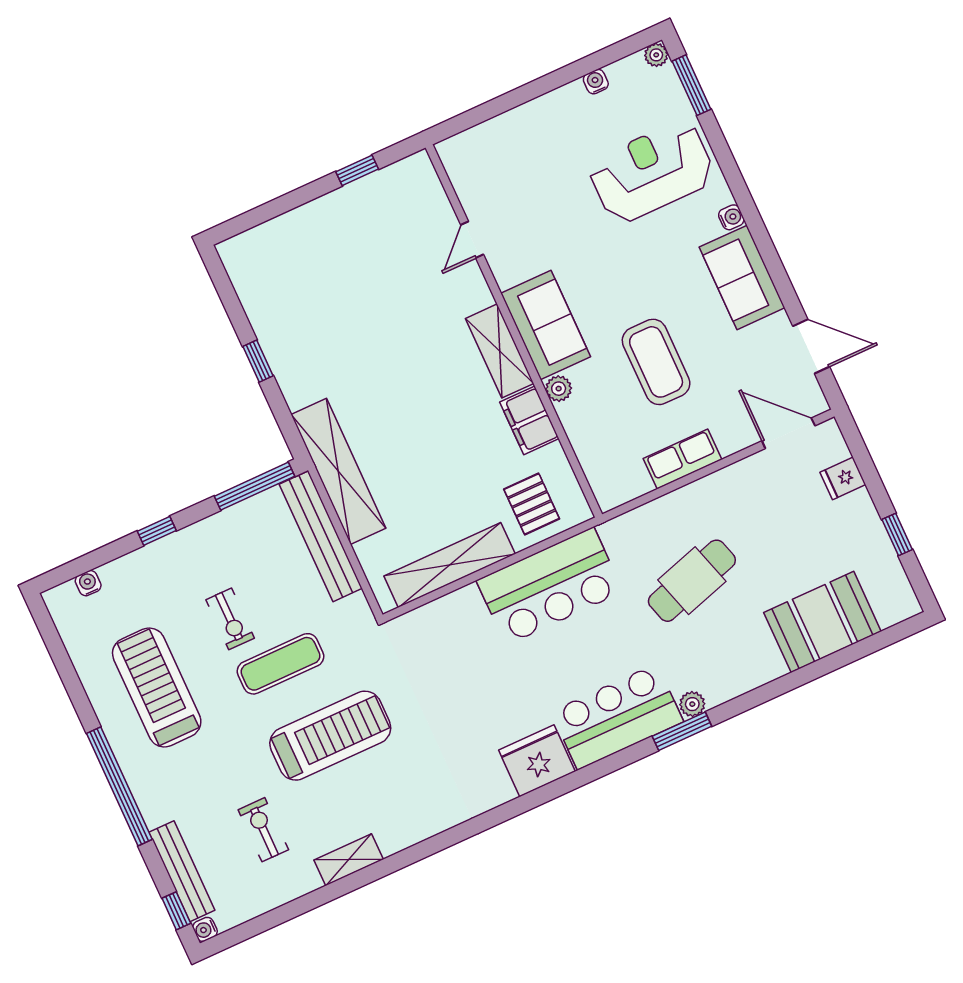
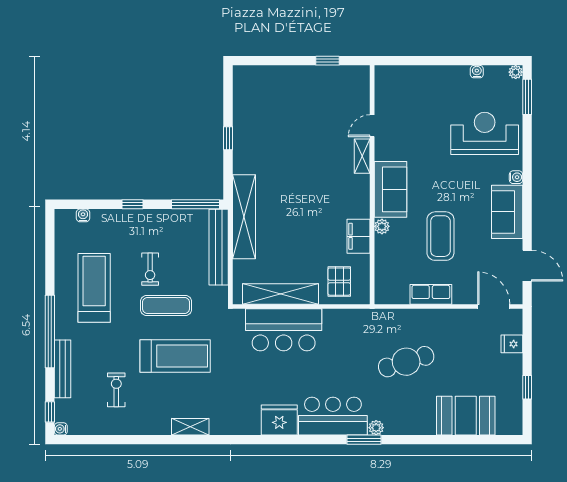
shelving: (500, 351) -> (362, 156), moved, width x0.67, depth x0.75
bar counter: (550, 586) -> (284, 330), moved
shelving: (349, 860) -> (190, 427), moved
bench: (182, 871) -> (63, 369), moved

